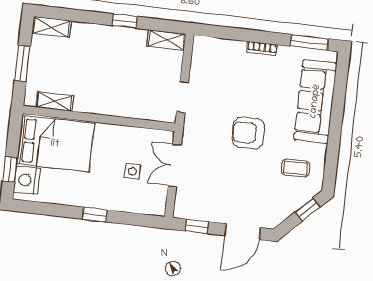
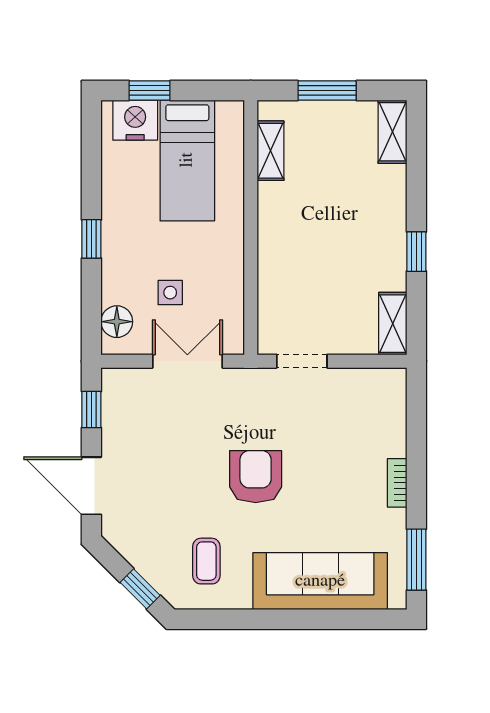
bed: (55, 144) -> (187, 160), width x0.67
floor lamp: (146, 205) -> (117, 322), added

